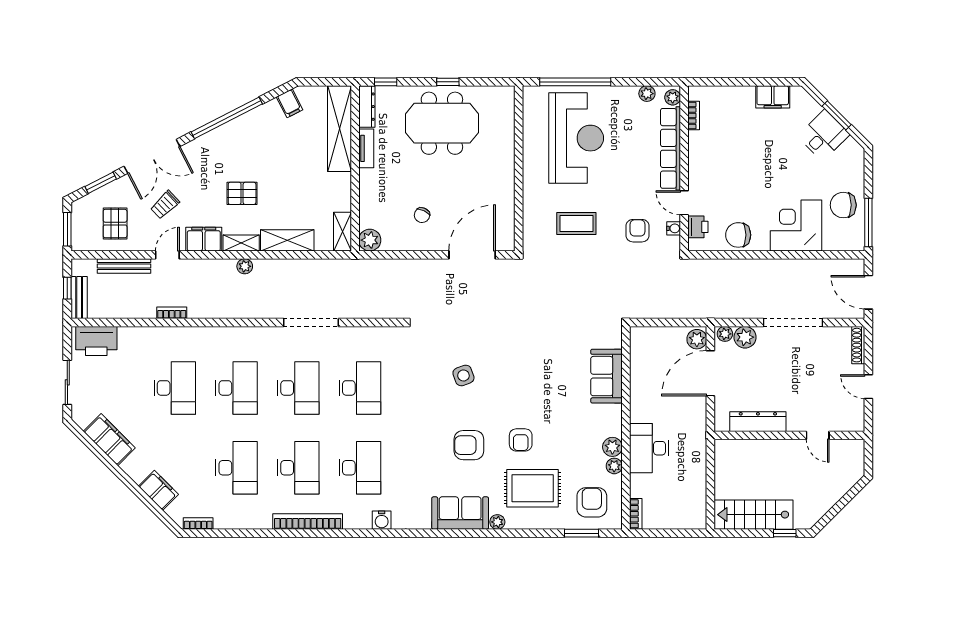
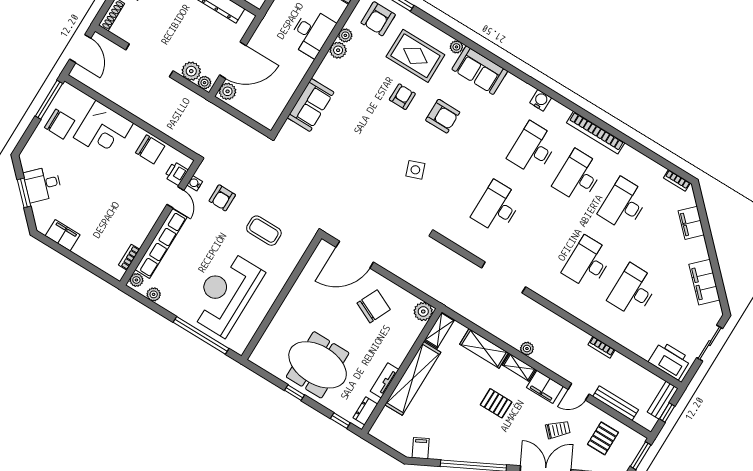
dresser: (367, 107) -> (365, 411), width x0.70
shelving: (339, 129) -> (413, 378), moved
chair: (422, 215) -> (374, 306), width x1.87, depth x1.87
desk: (298, 388) -> (542, 235), removed

